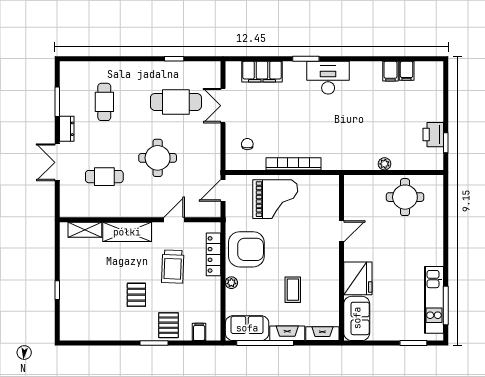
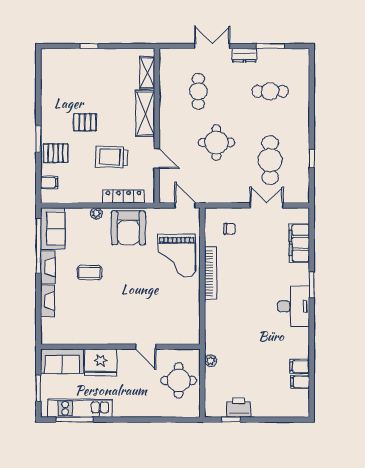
door: (342, 231) -> (146, 347), moved
wall: (342, 258) -> (120, 347), moved
fridge: (358, 278) -> (101, 362), moved
sofa: (357, 318) -> (62, 361), moved

